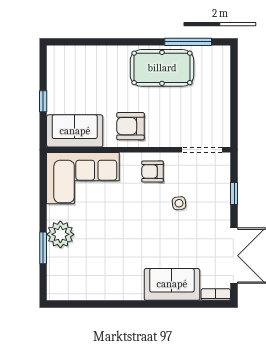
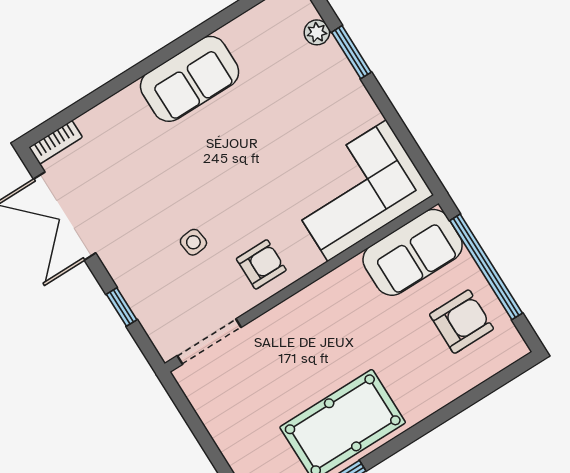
window: (43, 101) -> (486, 267), width x3.17
armchair: (130, 126) -> (462, 322), moved
plant: (60, 234) -> (317, 32), moved, width x0.53, depth x0.53
sofa: (172, 284) -> (190, 79), moved

